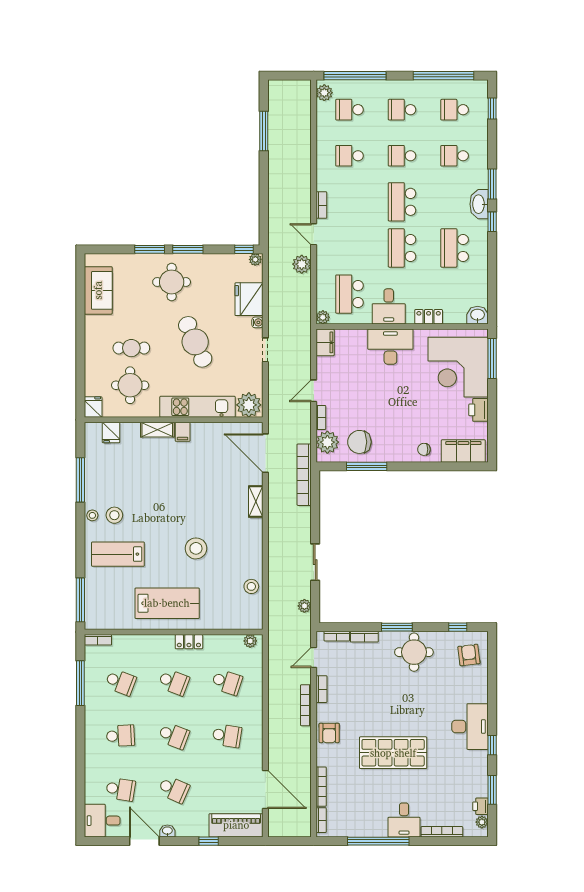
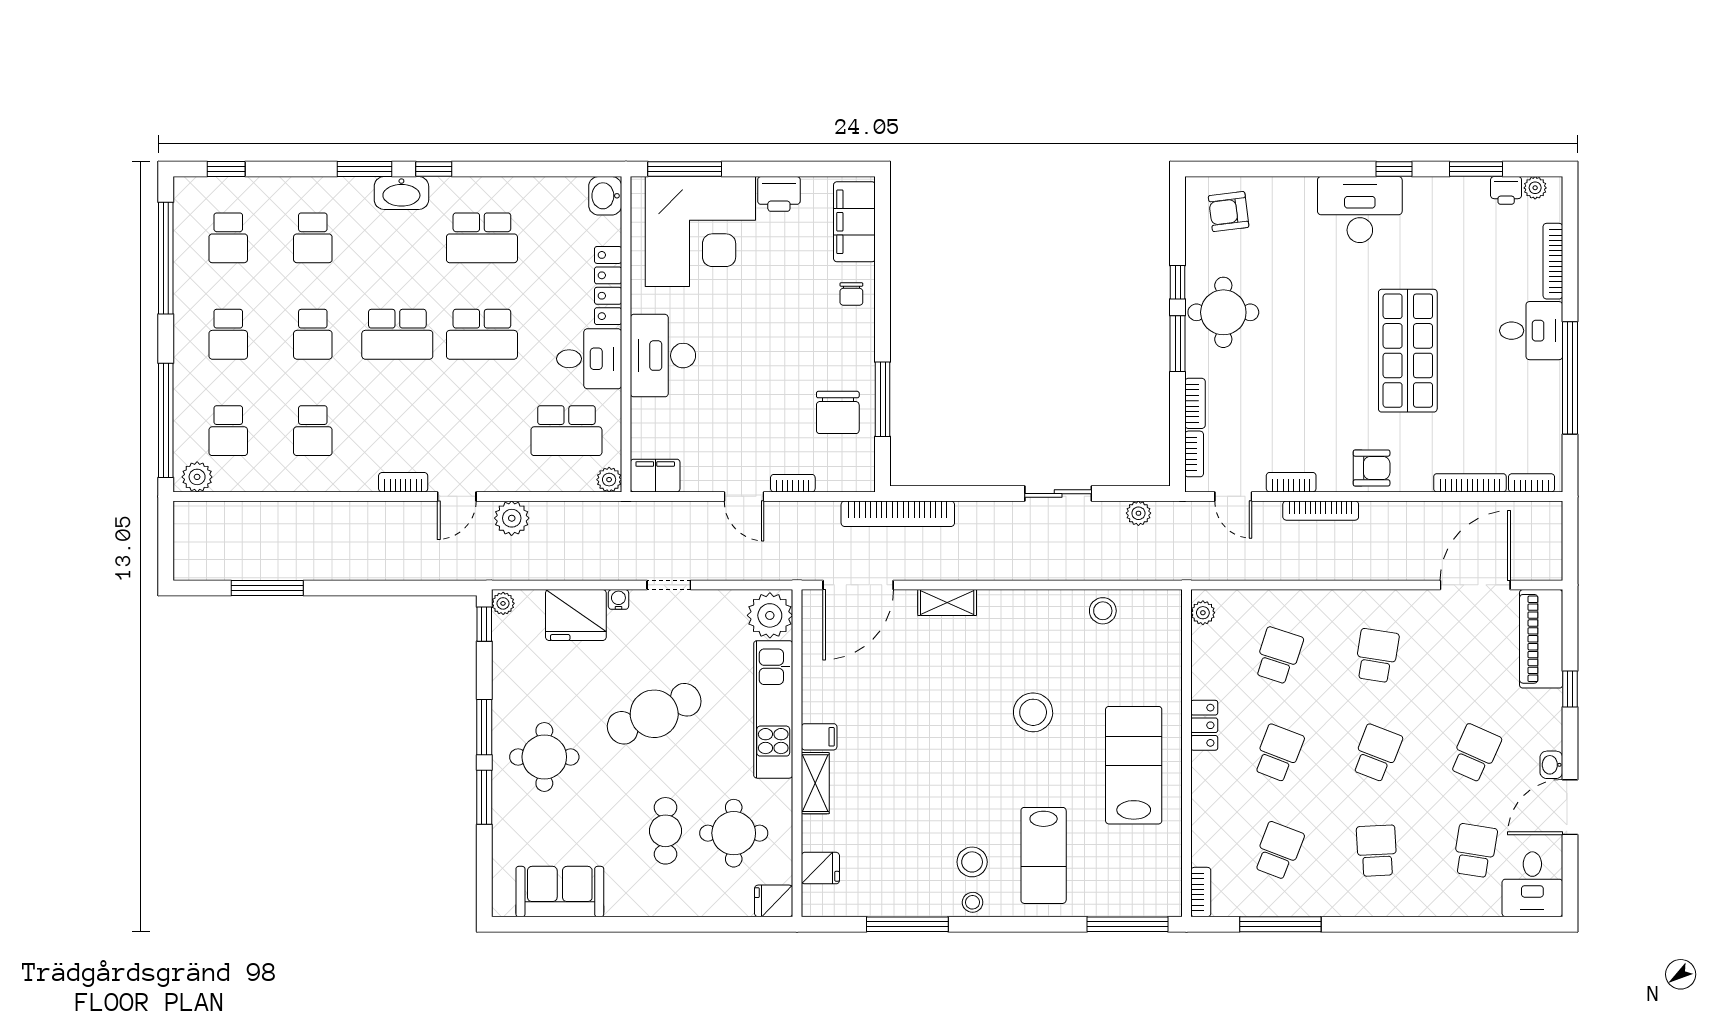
locker: (429, 317) -> (608, 286), width x1.53
plant: (327, 442) -> (838, 471), removed
window: (458, 627) -> (1178, 282), moved

